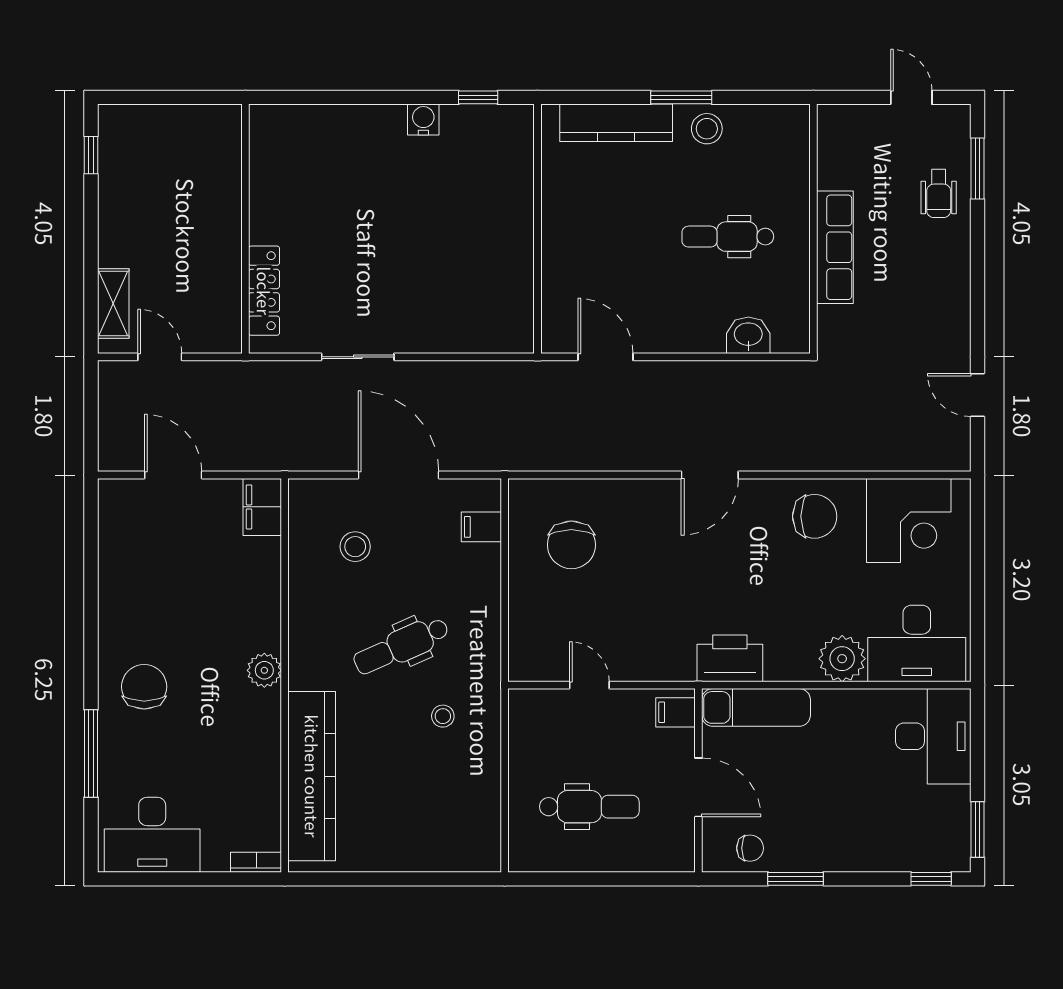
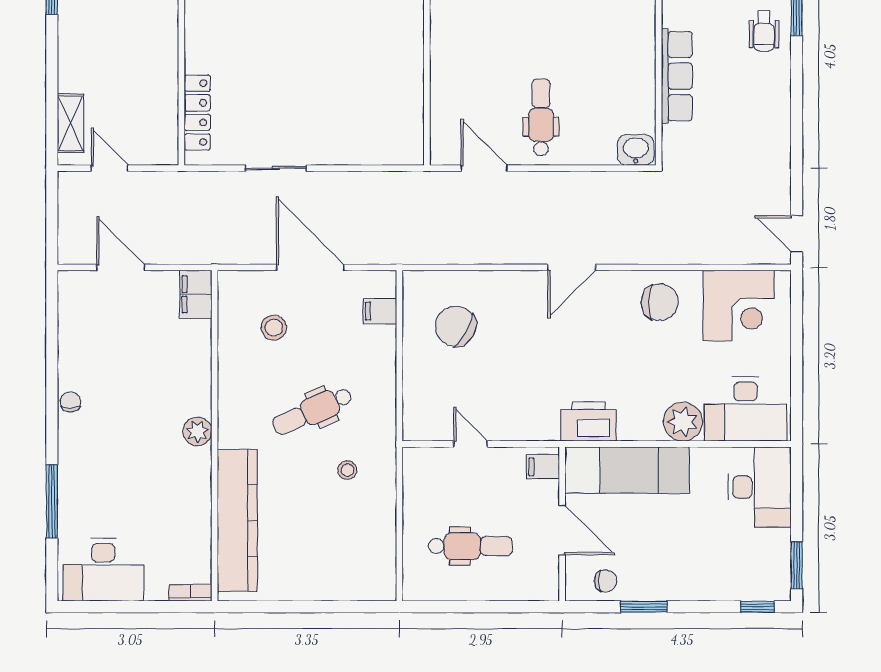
dental chair: (728, 237) -> (541, 117), moved, turned 90
washbasin: (748, 335) -> (636, 150), moved
door: (977, 395) -> (797, 234), moved
chair: (571, 545) -> (455, 326), turned 120
chair: (144, 687) -> (70, 402), moved, width x0.54, depth x0.54
exam couch: (756, 707) -> (627, 470), width x1.36, depth x1.45

